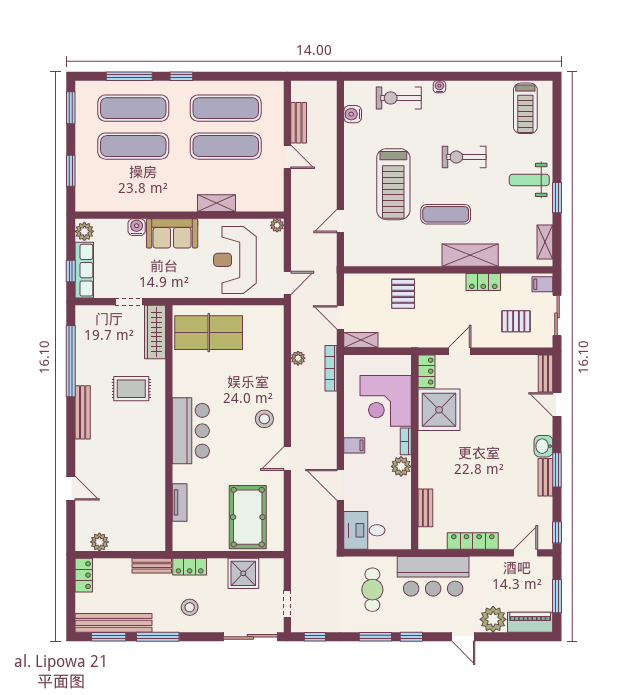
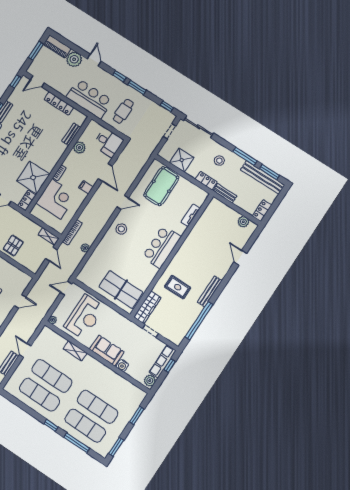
plant: (401, 466) -> (79, 147), moved

